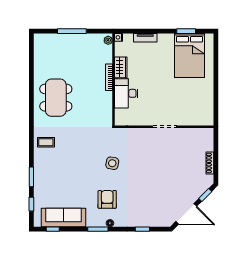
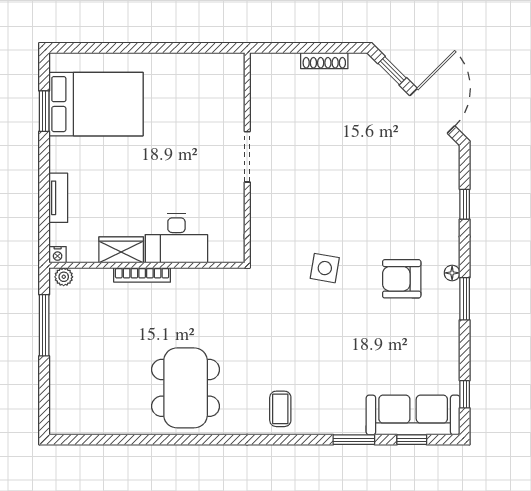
window: (72, 31) -> (44, 325), moved
dining table: (56, 98) -> (186, 388), turned 90
sofa: (64, 217) -> (413, 415), moved, turned 90

